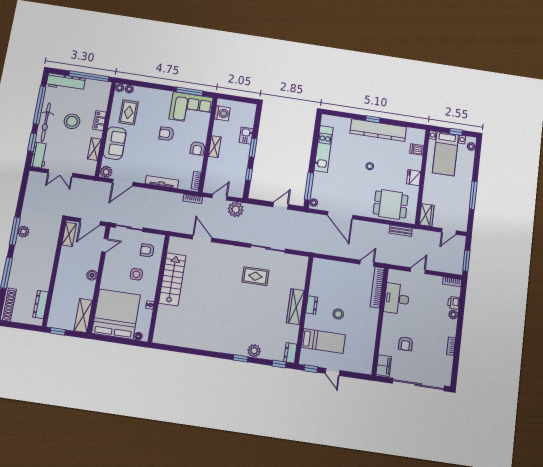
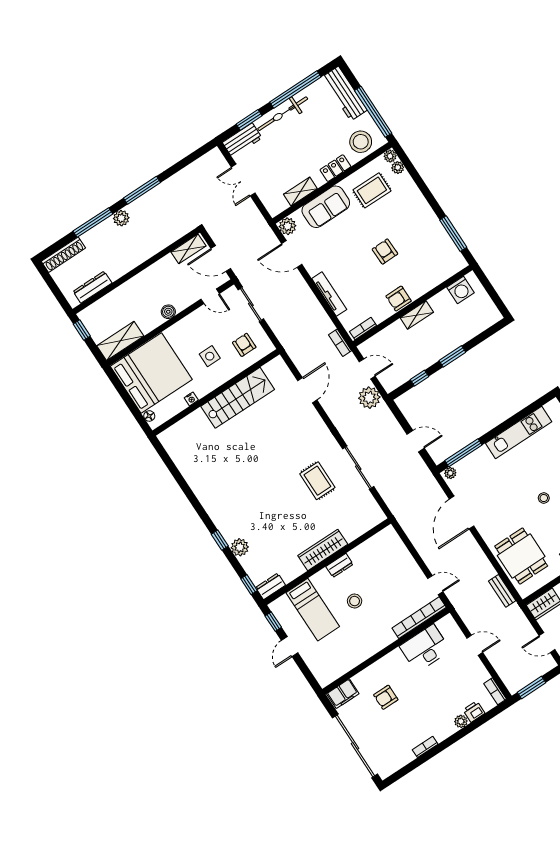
corner sofa: (191, 108) -> (436, 252), removed
stool: (72, 121) -> (361, 142), moved
kitchen sink: (246, 136) -> (459, 337), removed
plant: (23, 232) -> (121, 218), moved

